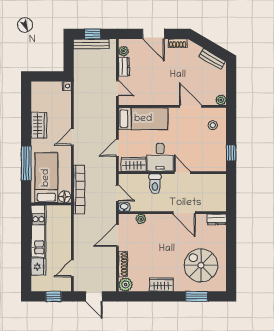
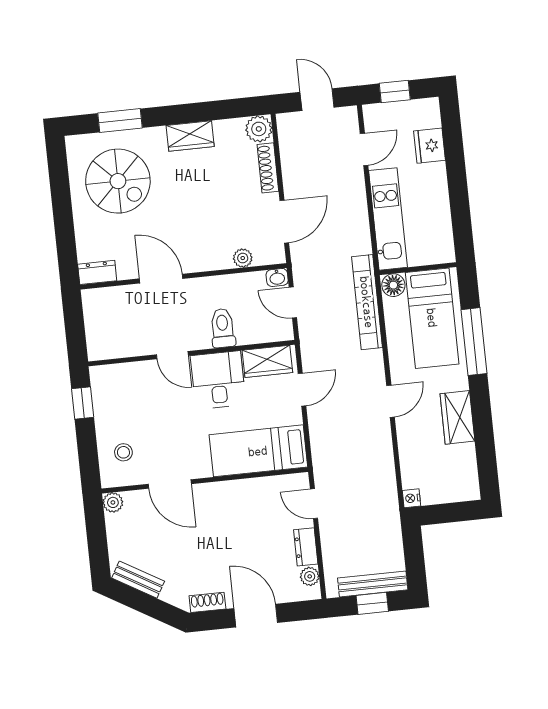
kitchen unit: (38, 231) -> (388, 219), moved, turned 180

